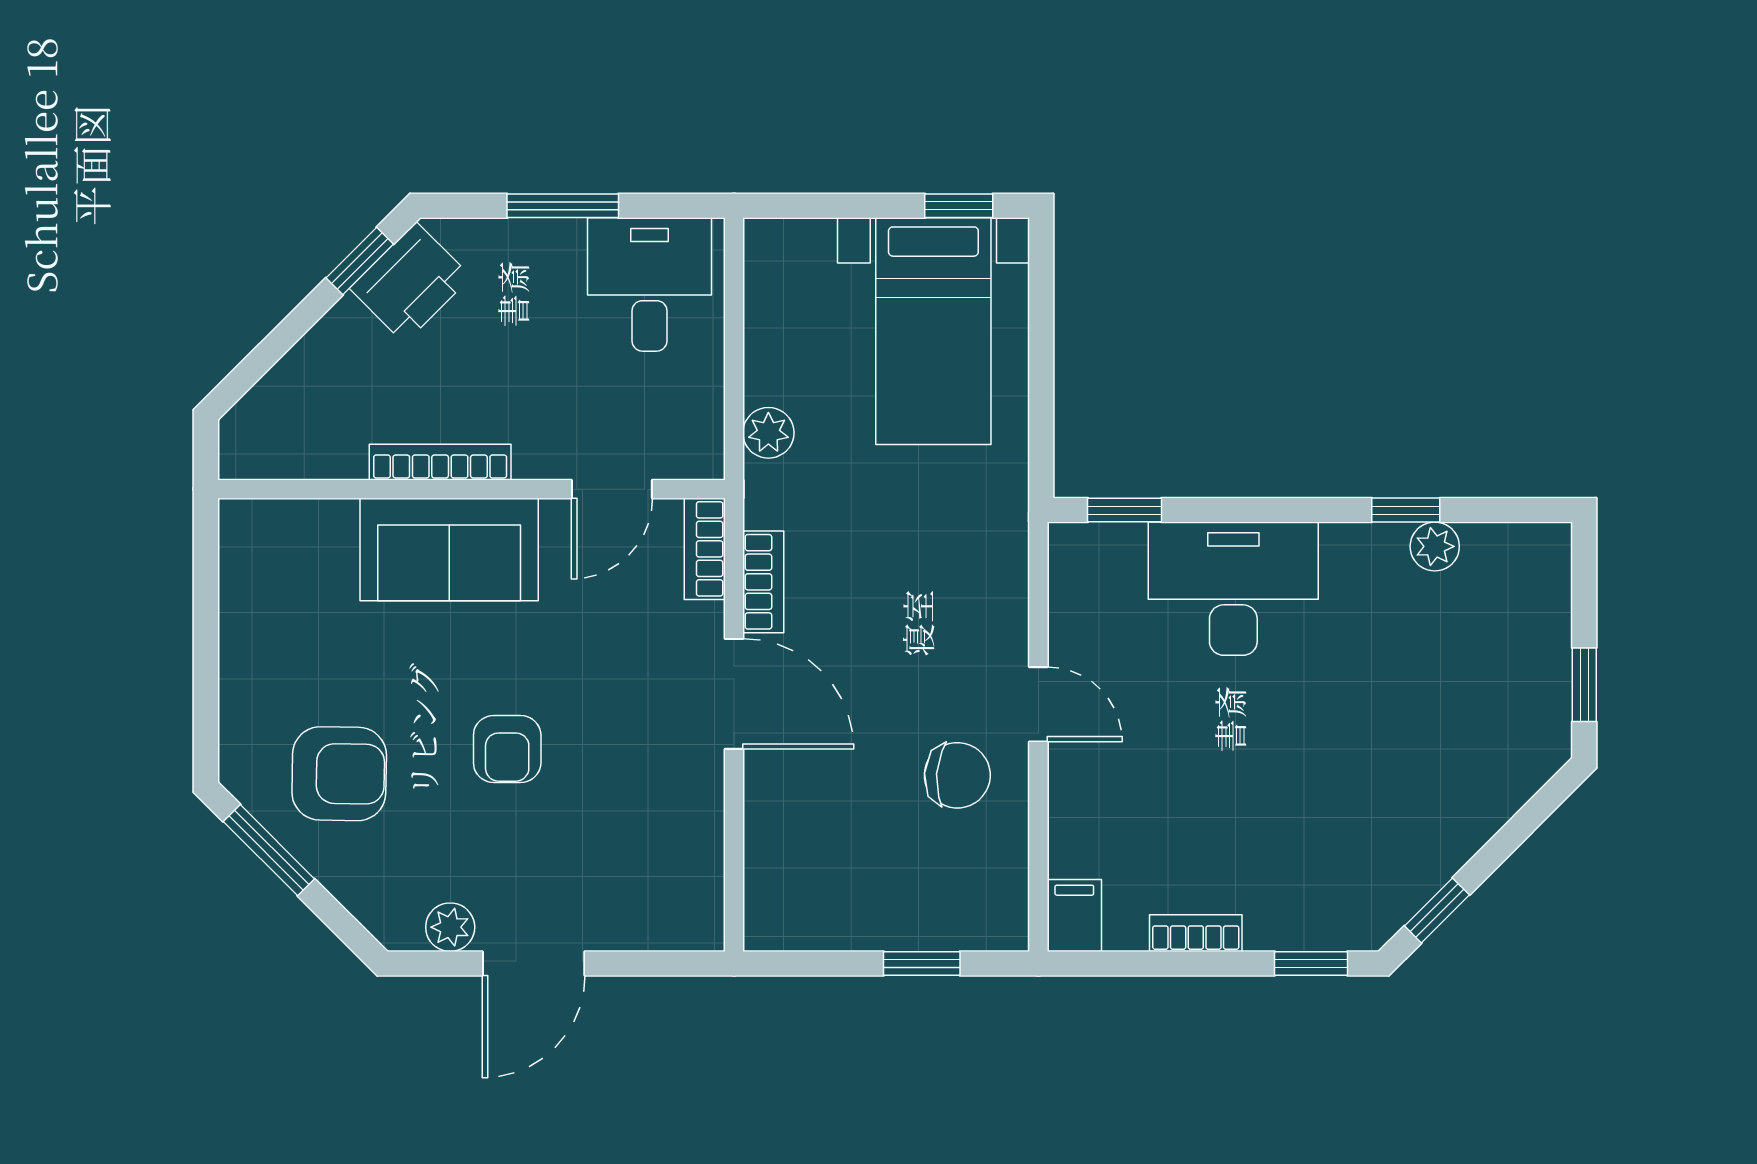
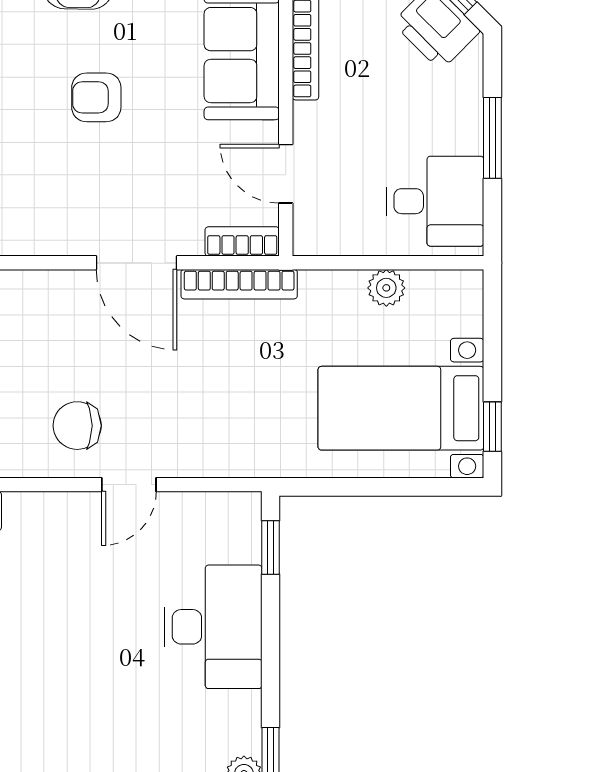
plant: (768, 433) -> (386, 288), moved
bookcase: (763, 582) -> (239, 284), width x1.56
door: (734, 694) -> (137, 263), hinge flipped
chair: (957, 775) -> (77, 426), turned 86

